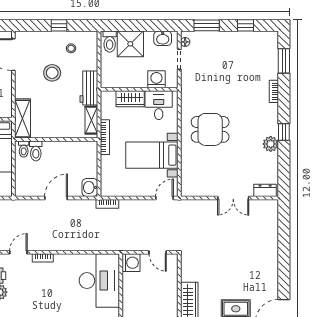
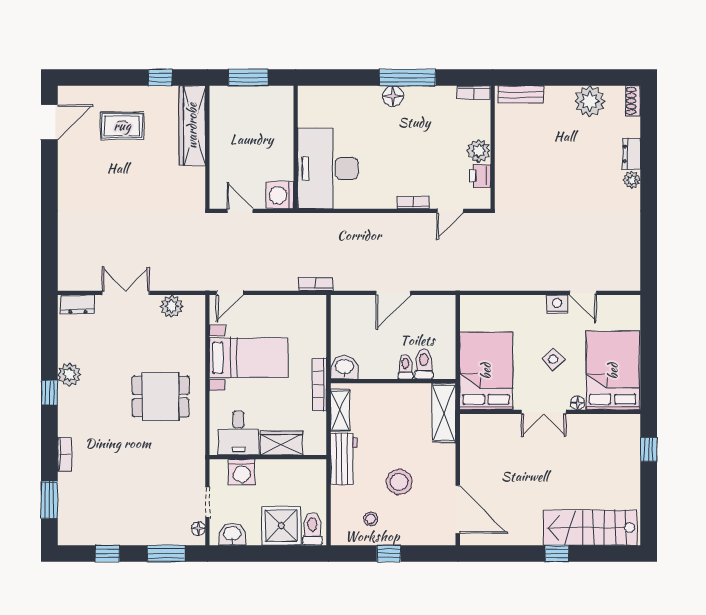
toilet: (24, 149) -> (405, 367), moved
washbasin: (90, 187) -> (344, 367), moved, turned -90
plant: (203, 189) -> (172, 306), added

